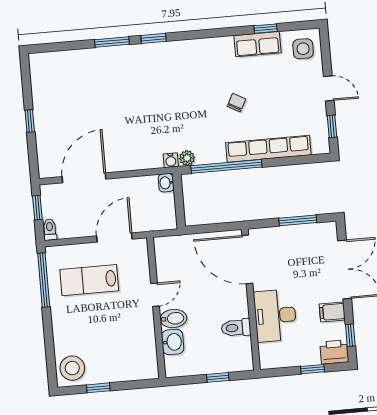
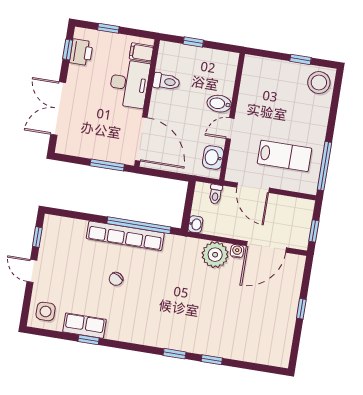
window: (266, 29) -> (89, 340), moved
window: (112, 42) -> (212, 360), width x0.67
row of seats: (268, 149) -> (125, 236), moved
plant: (187, 158) -> (215, 255), moved, width x1.87, depth x1.87
water cooler: (171, 160) -> (237, 251), moved
window: (298, 220) -> (107, 165), moved
toilet: (50, 230) -> (215, 194), moved
door: (114, 238) -> (253, 188), hinge flipped
filing cabinet: (332, 312) -> (141, 52), moved, turned 180
washbasin: (173, 342) -> (213, 157), moved
printer: (334, 352) -> (81, 52), moved, turned -90

